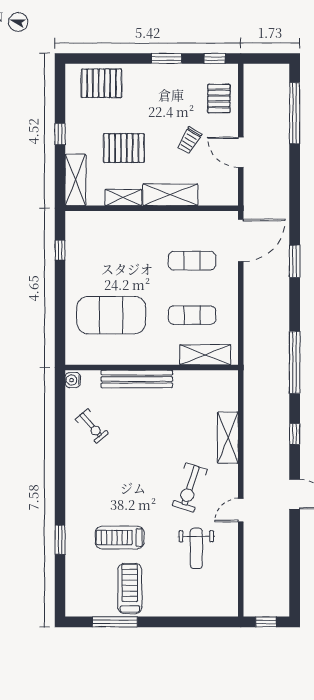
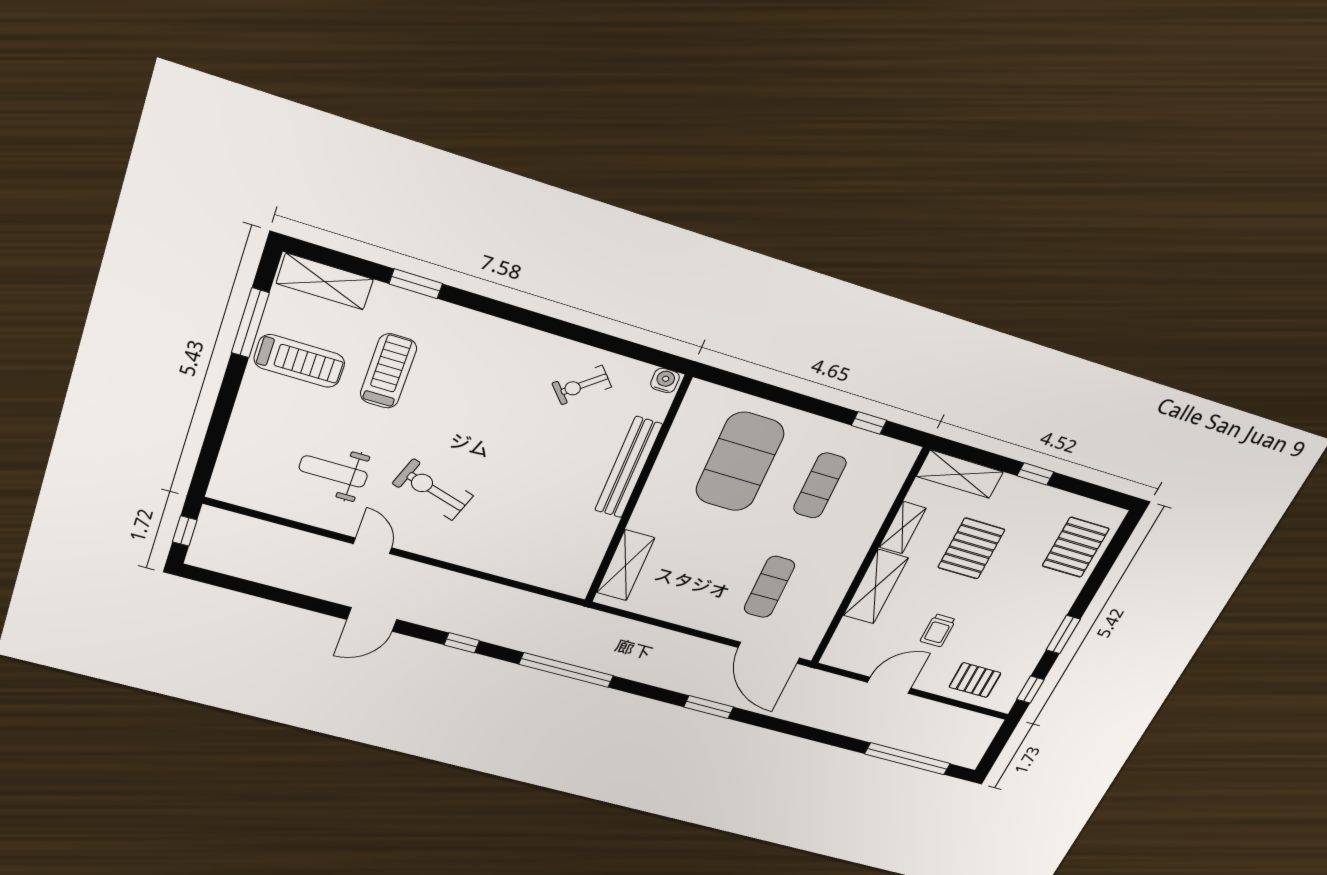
trolley: (189, 140) -> (938, 630), turned -121
exercise mat: (192, 315) -> (820, 486), moved
shelving: (228, 438) -> (325, 281), moved

